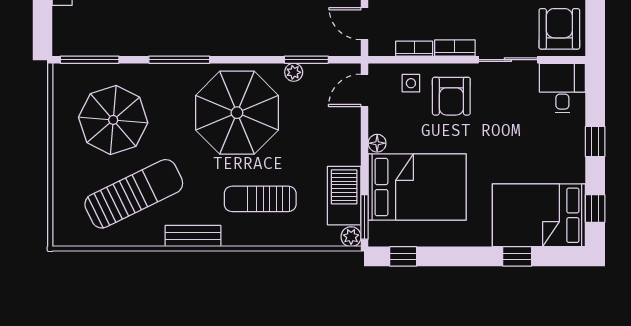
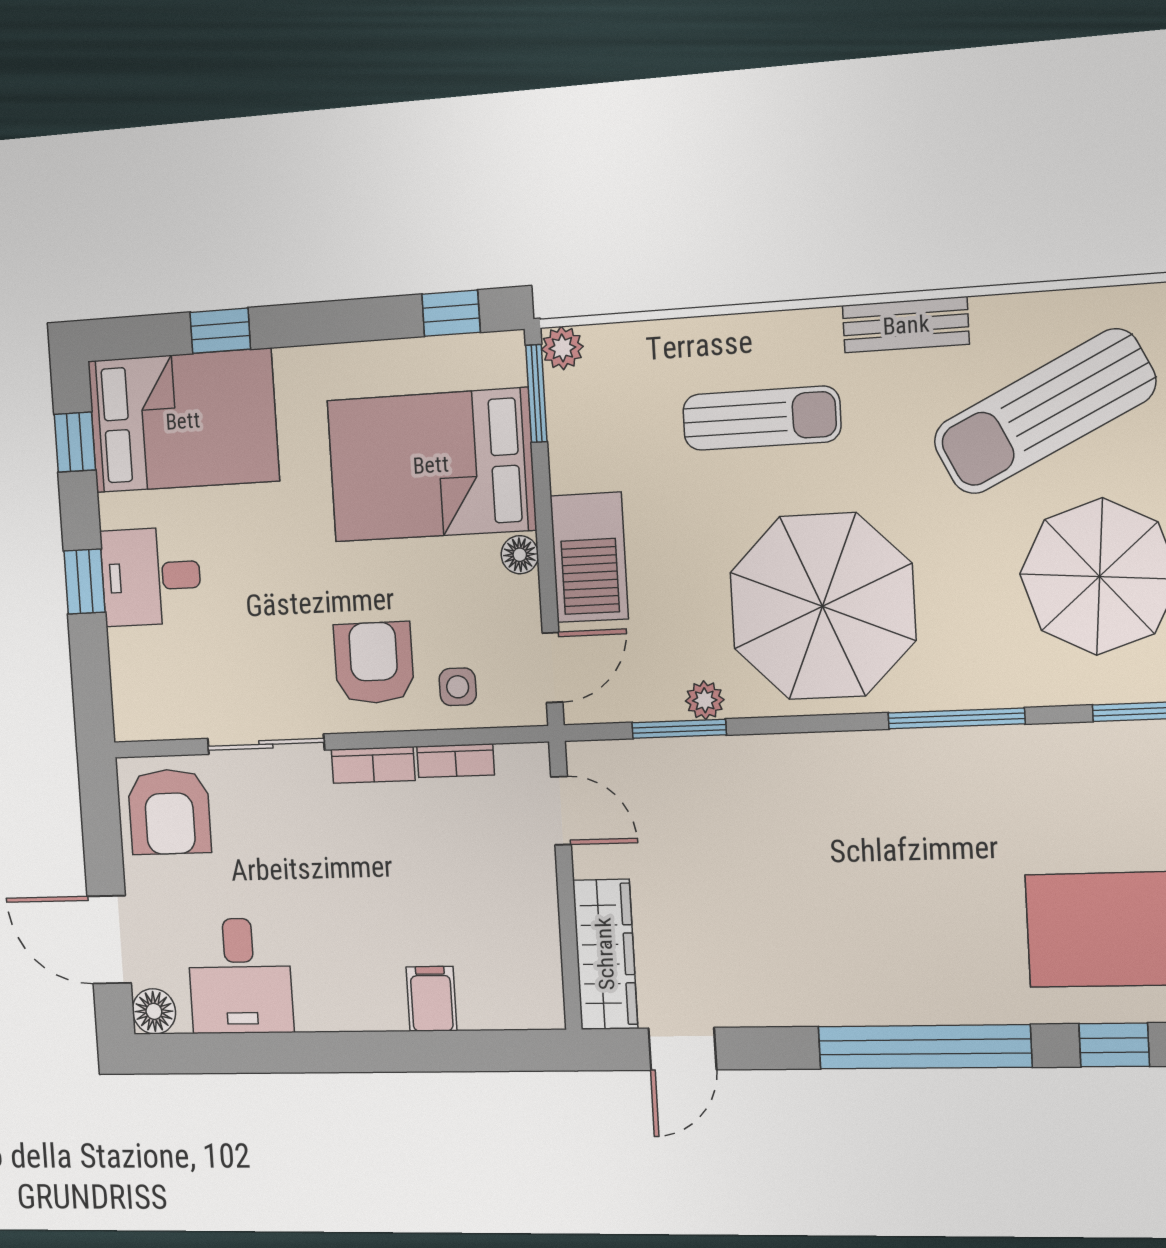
desk: (562, 88) -> (151, 577), moved, turned 90
barbecue: (344, 196) -> (589, 557), moved

